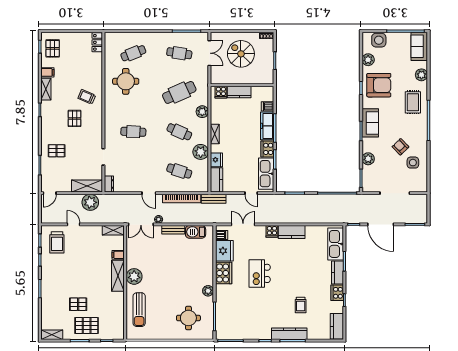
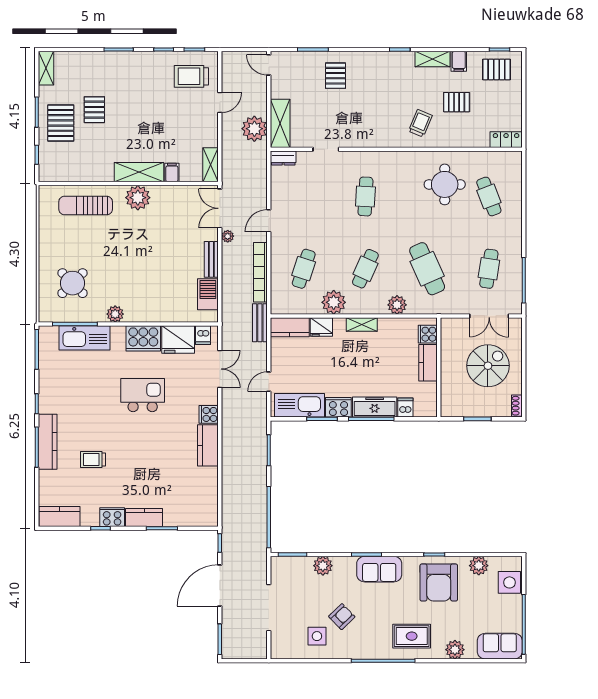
pallet: (75, 118) -> (457, 102), moved
kitchen sink: (336, 244) -> (84, 338), moved, turned 180
round table: (188, 318) -> (73, 283), turned 45

